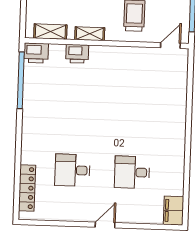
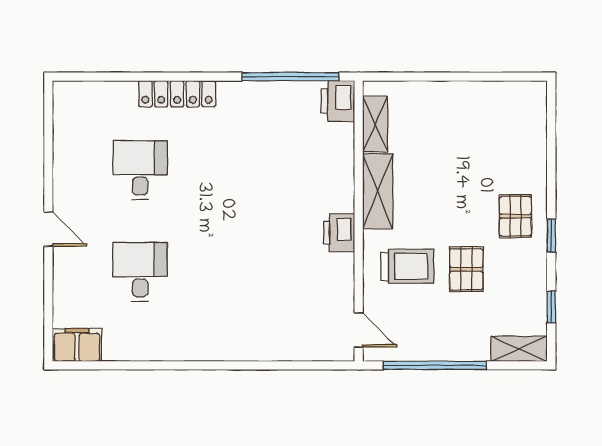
shelving: (90, 34) -> (378, 191), width x1.50, depth x1.33
printer: (77, 54) -> (339, 233), moved
locker: (27, 188) -> (177, 94), moved

